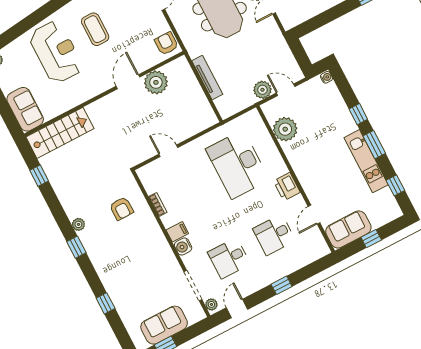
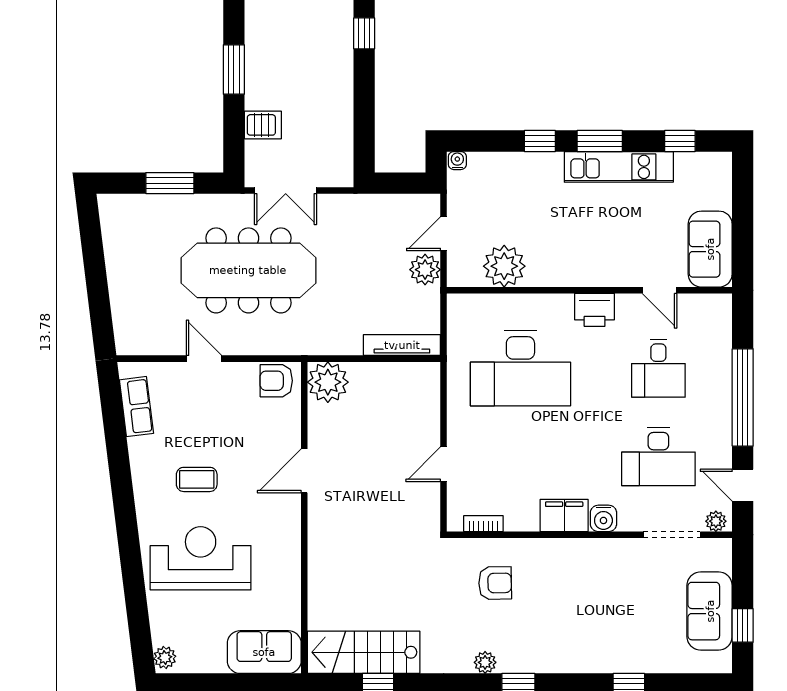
coffee table: (95, 29) -> (197, 479), width x0.73, depth x0.77
tv unit: (207, 77) -> (402, 345), moved
door: (128, 82) -> (304, 471), hinge flipped
plant: (156, 82) -> (328, 382), moved
stairs: (60, 133) -> (364, 652), moved, turned -90
bookcase: (158, 204) -> (483, 524), moved
filing cabinet: (177, 232) -> (564, 515), width x2.00
window: (371, 239) -> (743, 221), removed
desk: (229, 258) -> (658, 457), width x1.37
window: (282, 285) -> (743, 397), width x3.17

